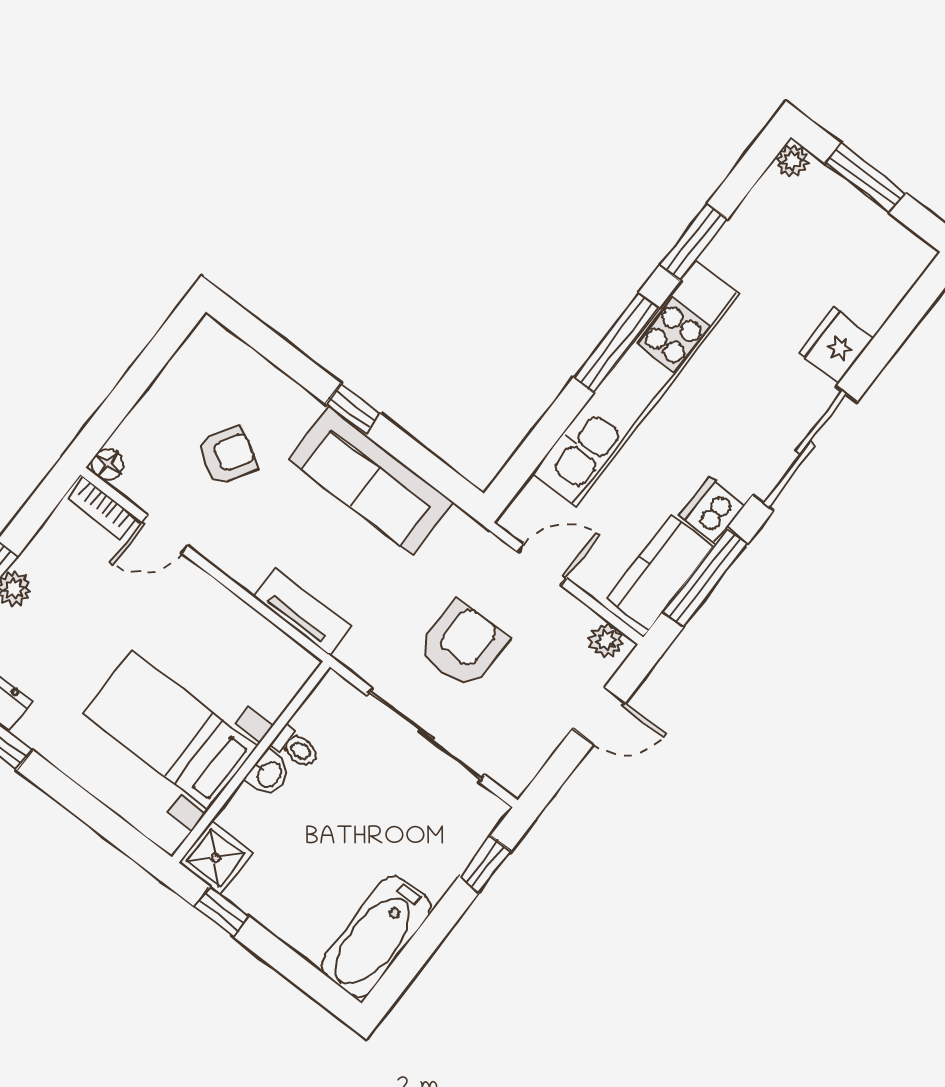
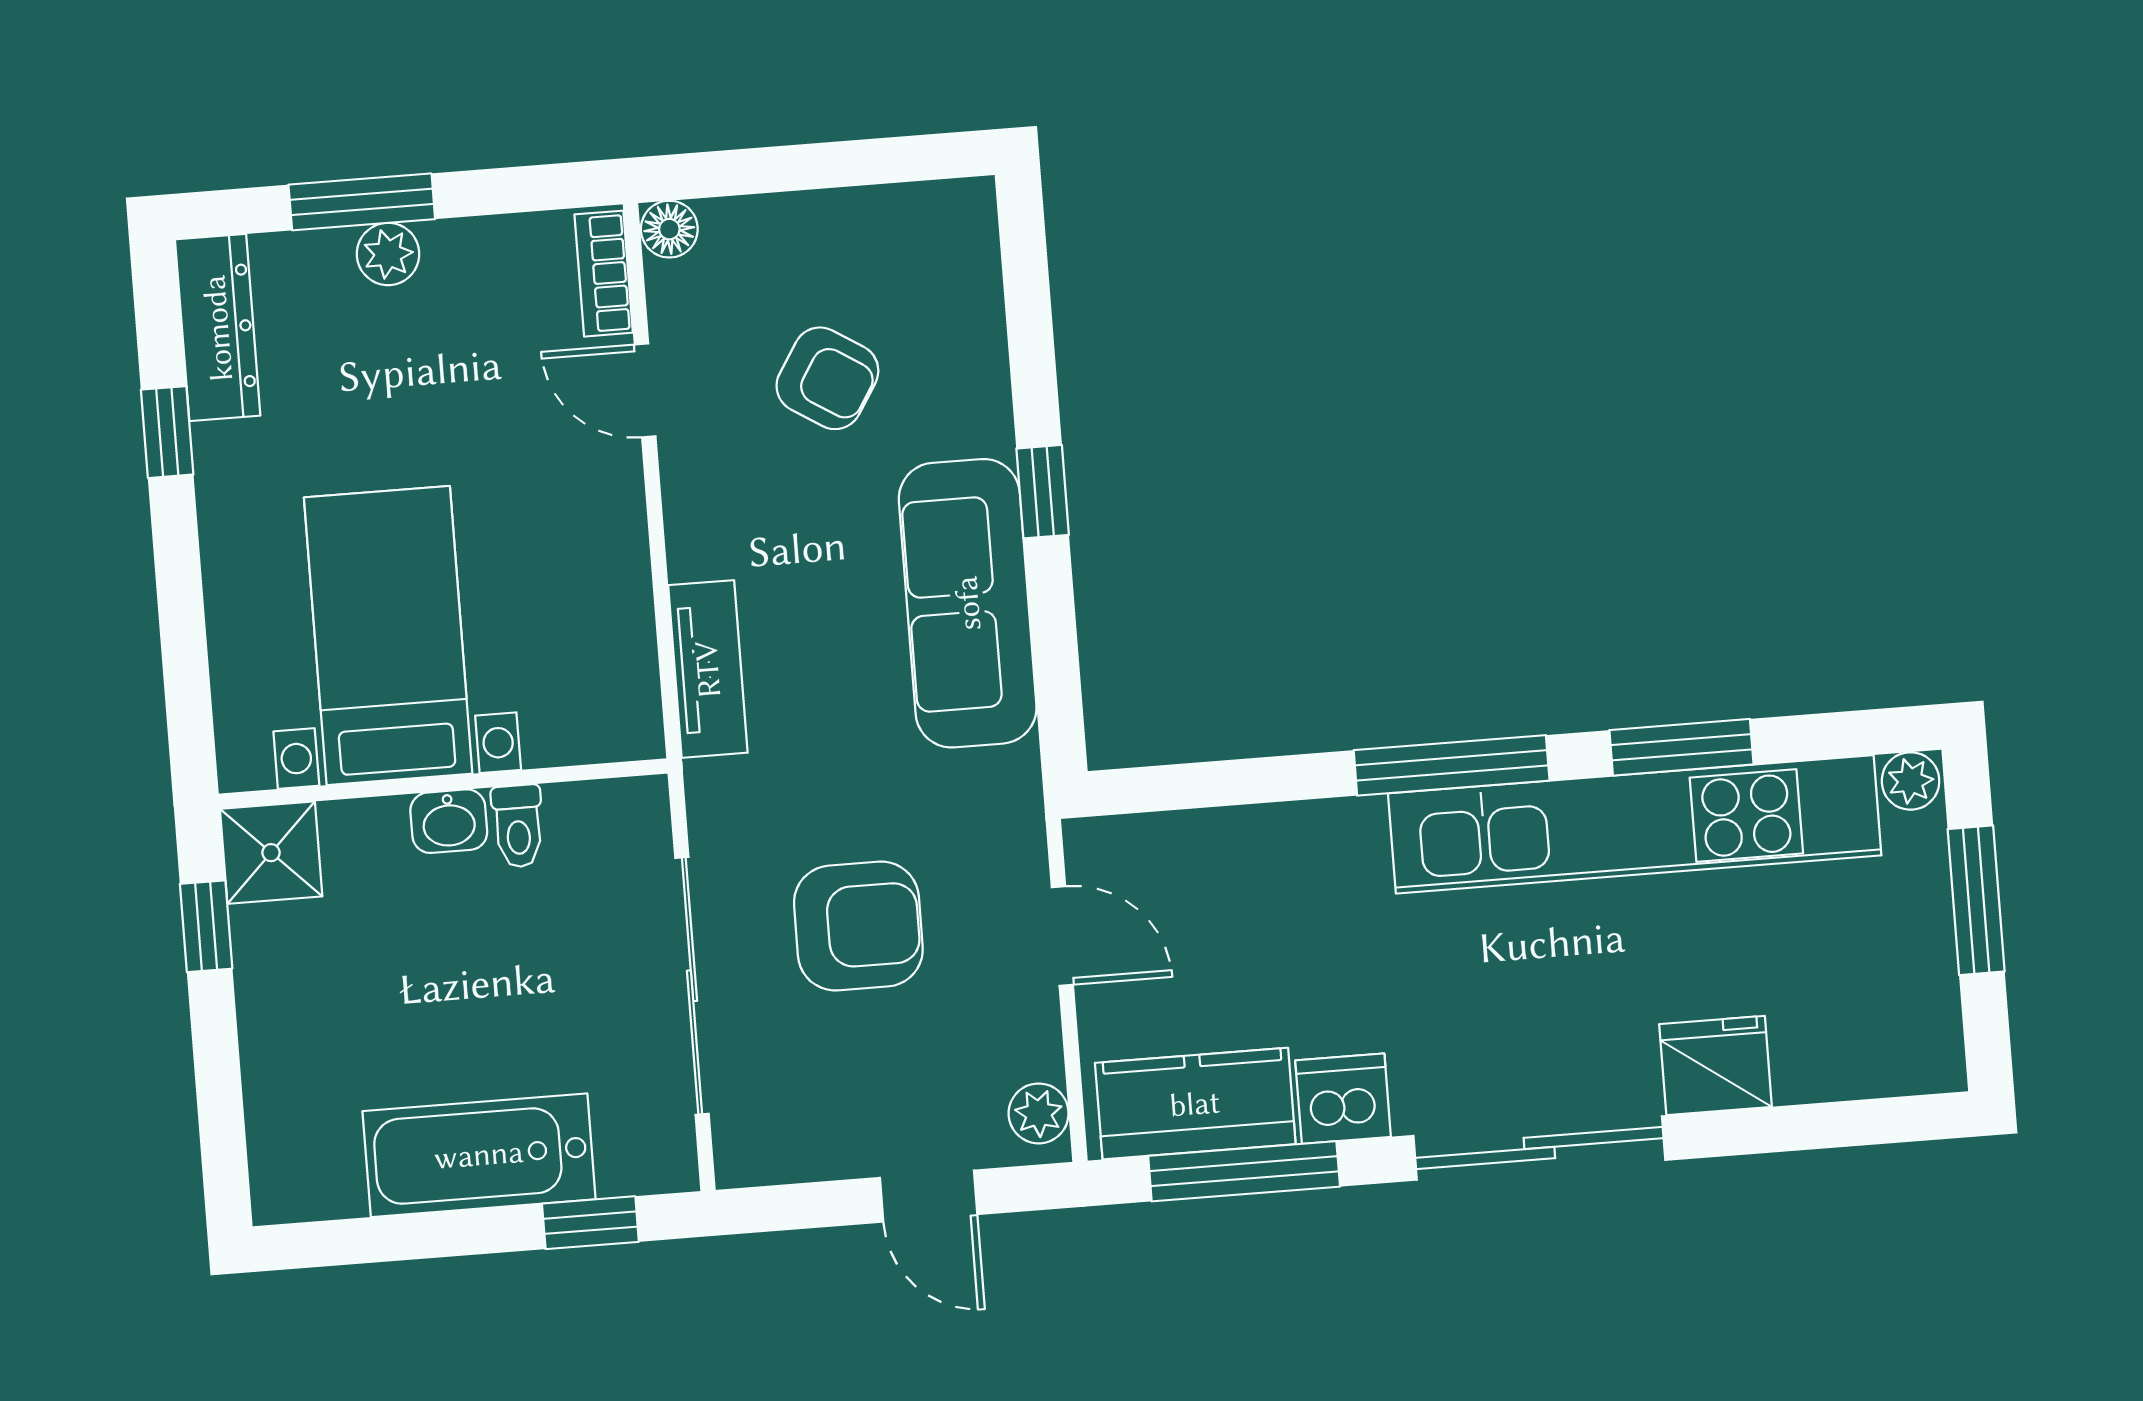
kitchen unit: (636, 384) -> (1635, 824), moved
bathtub: (376, 936) -> (479, 1155), moved

